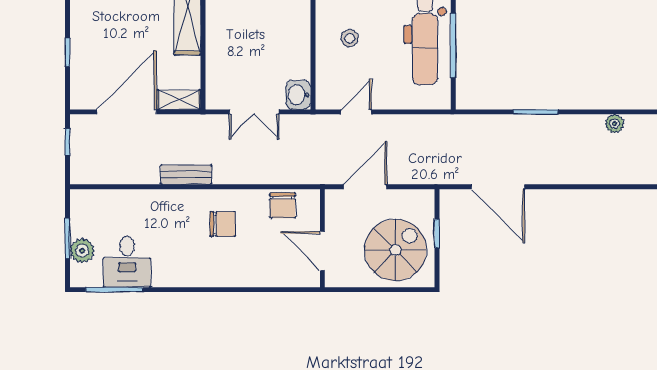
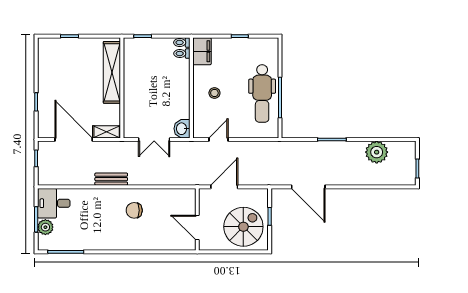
door: (127, 112) -> (74, 139), hinge flipped
plant: (615, 124) -> (377, 152), width x1.87, depth x1.87
chair: (283, 205) -> (172, 199), removed
chair: (223, 224) -> (134, 210), turned 180
desk: (127, 262) -> (54, 203), moved, turned 90

